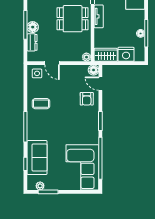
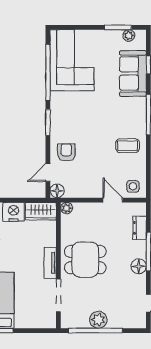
floor lamp: (33, 27) -> (139, 266), moved
door: (100, 84) -> (48, 173), swing flipped

